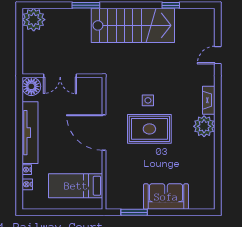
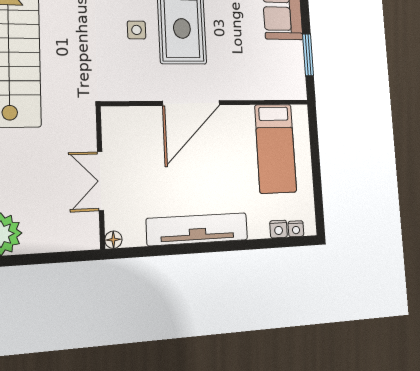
double door: (60, 76) -> (101, 181), swing flipped
floor lamp: (31, 86) -> (113, 240), width x0.53, depth x0.53
nightstand: (27, 170) -> (296, 229), moved

